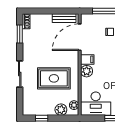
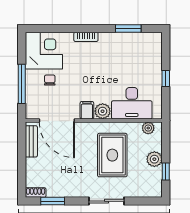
desk: (96, 104) -> (132, 103), moved, turned 90
plant: (61, 110) -> (154, 159), moved

